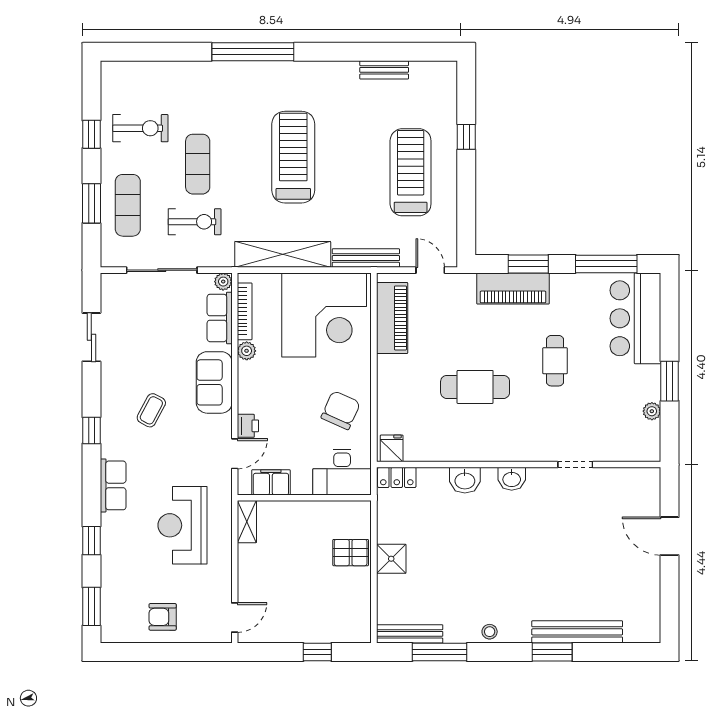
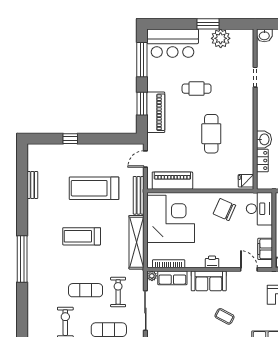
treadmill: (293, 157) -> (82, 236), width x0.73, depth x0.73
treadmill: (411, 172) -> (94, 188), moved
plant: (247, 351) -> (191, 263), removed
plant: (652, 411) -> (221, 38), width x1.88, depth x1.88
printer: (248, 426) -> (212, 262), moved
locker: (397, 477) -> (262, 161), moved
washbasin: (512, 479) -> (264, 35), moved, turned 90

